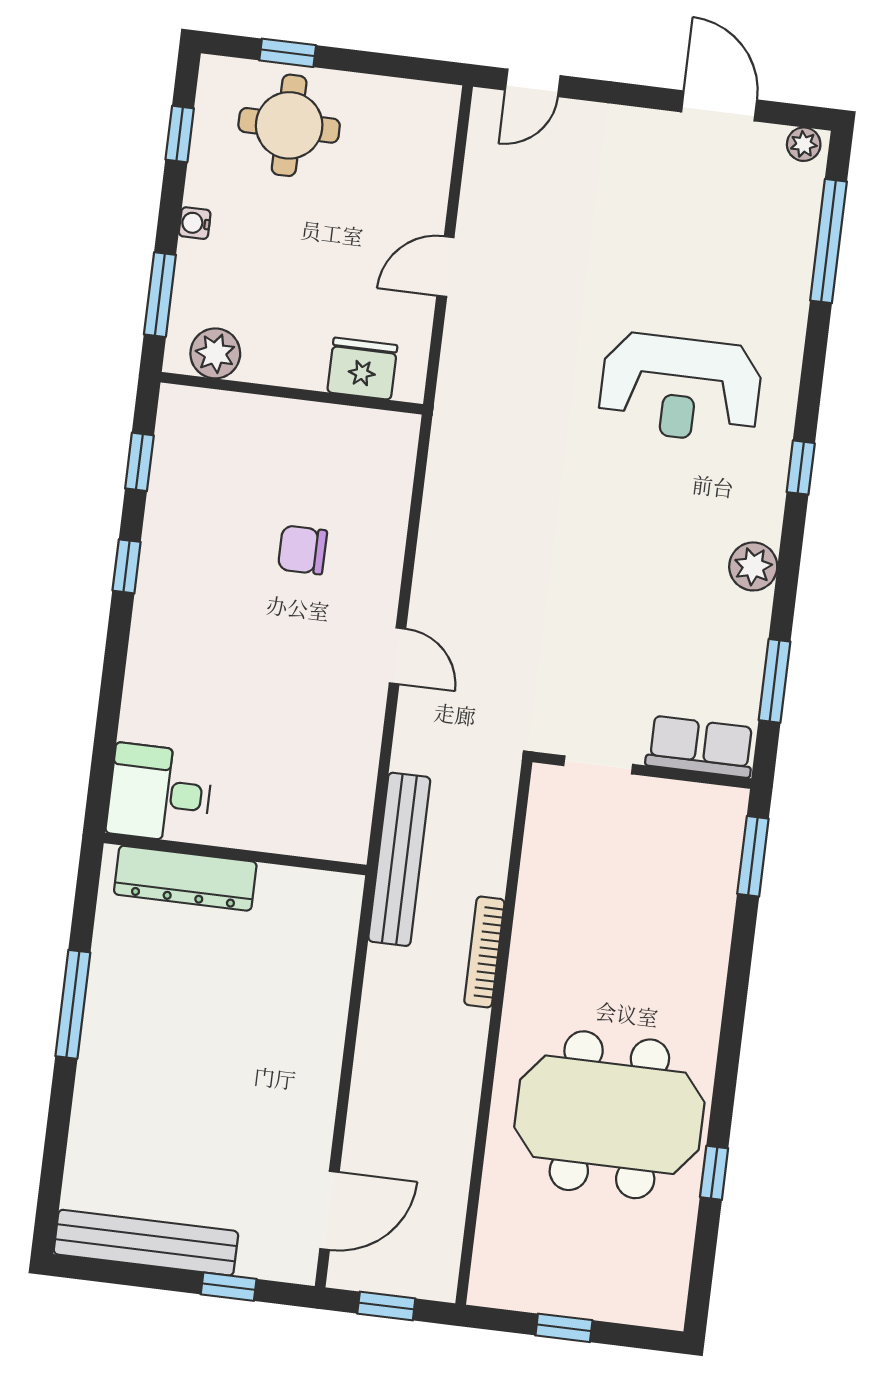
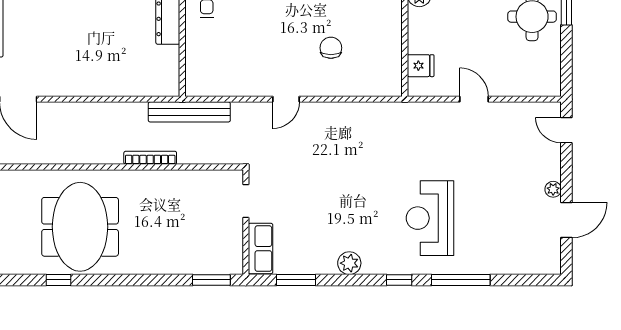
plant: (804, 144) -> (553, 189), moved
window: (828, 241) -> (461, 280), moved
fridge: (362, 369) -> (421, 66), width x0.72

